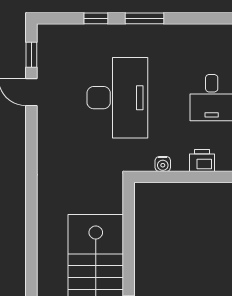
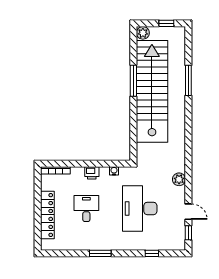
window: (144, 18) -> (100, 253), moved
plant: (48, 149) -> (179, 179), added

